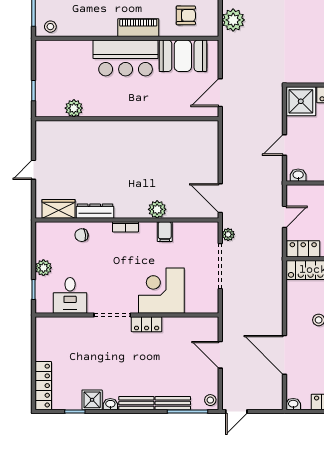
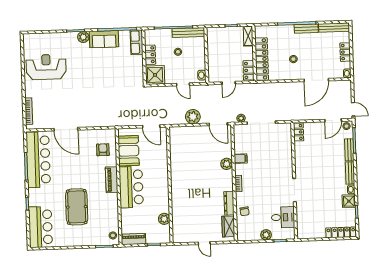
plant: (233, 20) -> (193, 117), moved
piano: (44, 59) -> (133, 239), added
door: (220, 198) -> (218, 124), hinge flipped
door: (284, 217) -> (229, 83), swing flipped
corner desk: (161, 291) -> (278, 159), removed
locker: (147, 324) -> (298, 132), moved
door: (220, 355) -> (333, 120), moved

